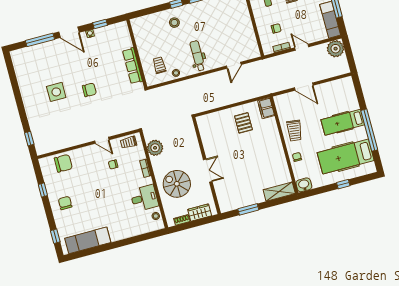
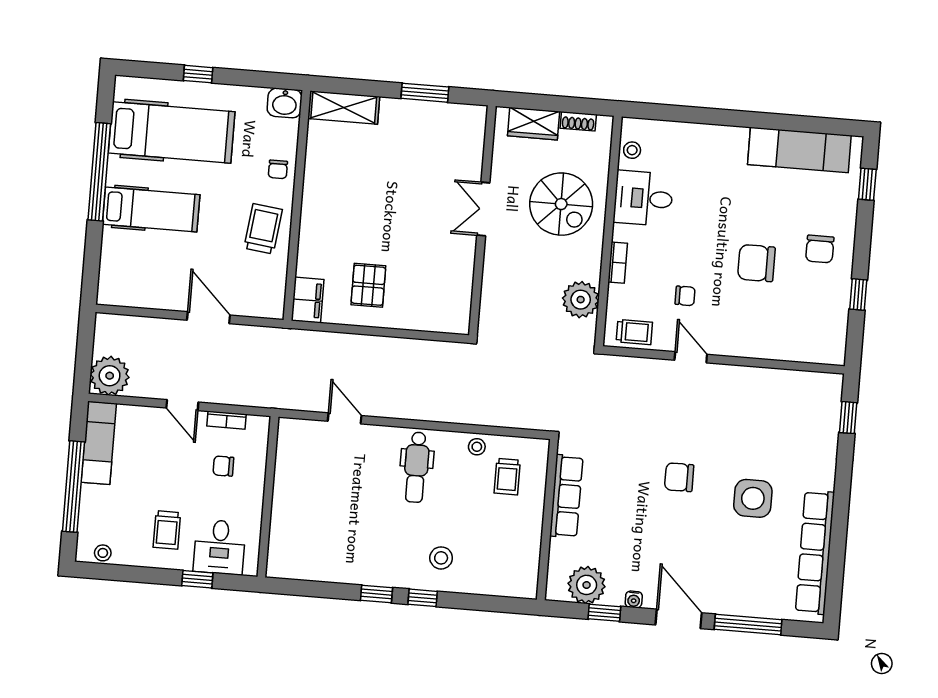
plant: (111, 33) -> (587, 585), added
door: (234, 65) -> (345, 418), hinge flipped
row of seats: (23, 79) -> (815, 552), added
chair: (63, 163) -> (756, 263), moved

